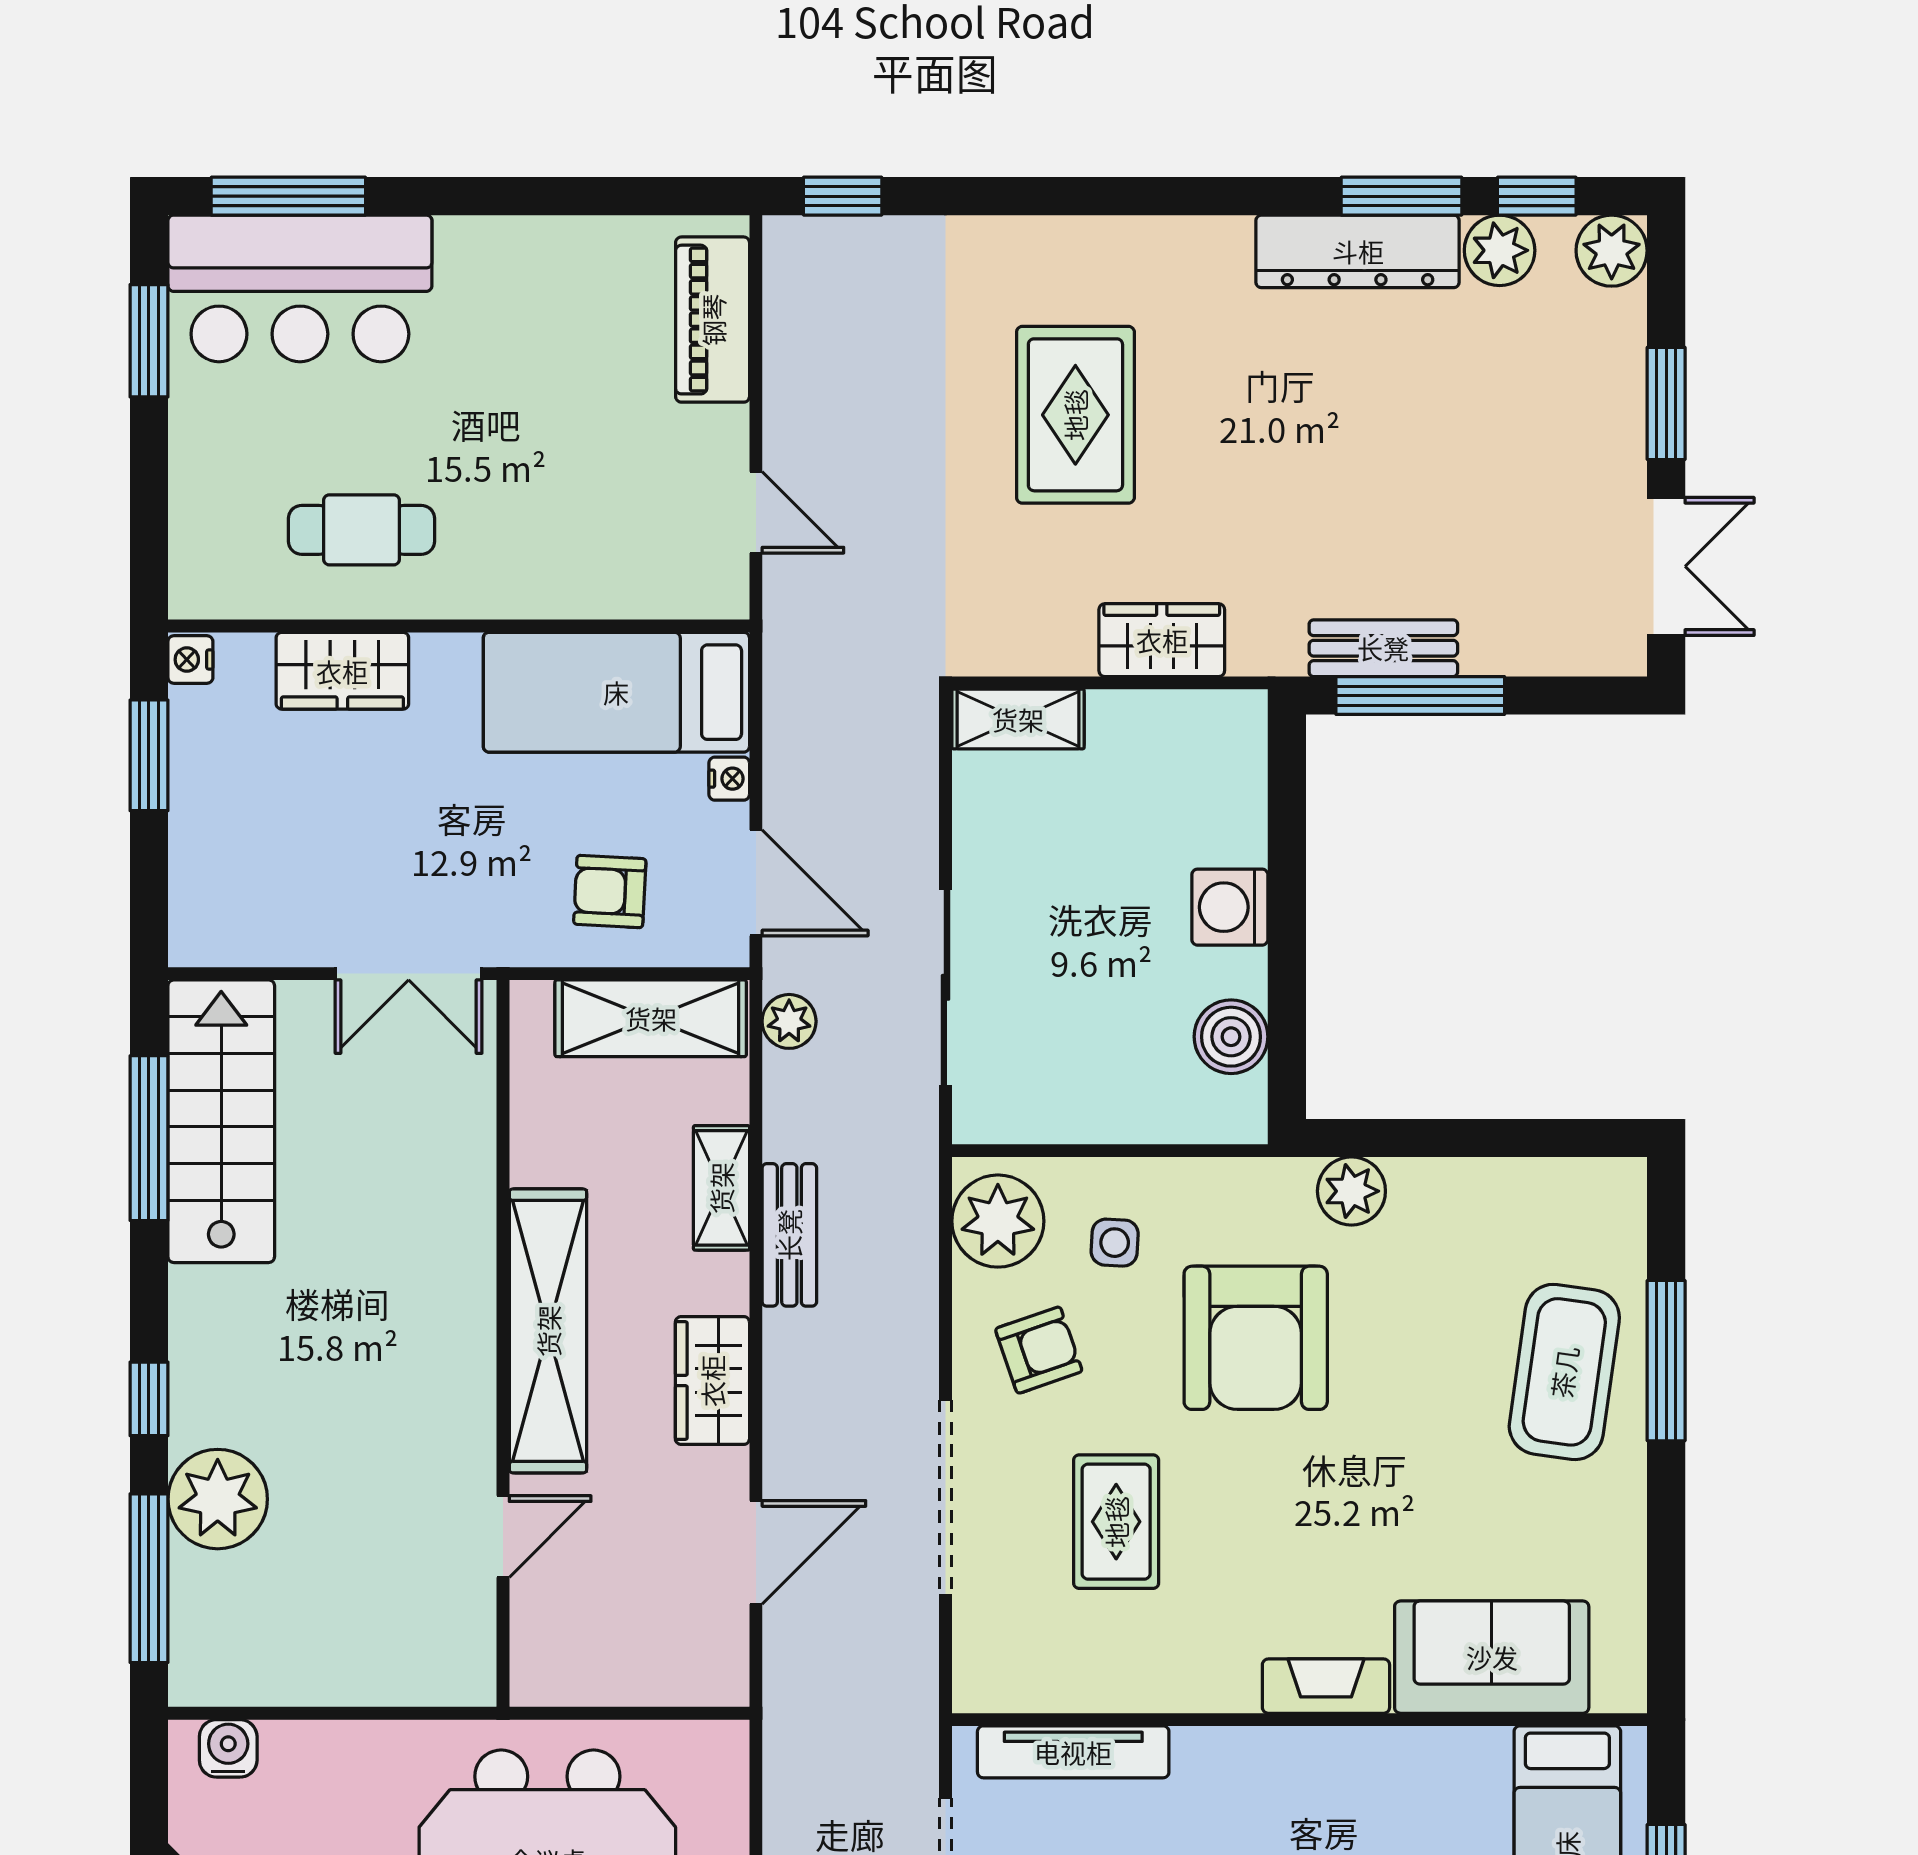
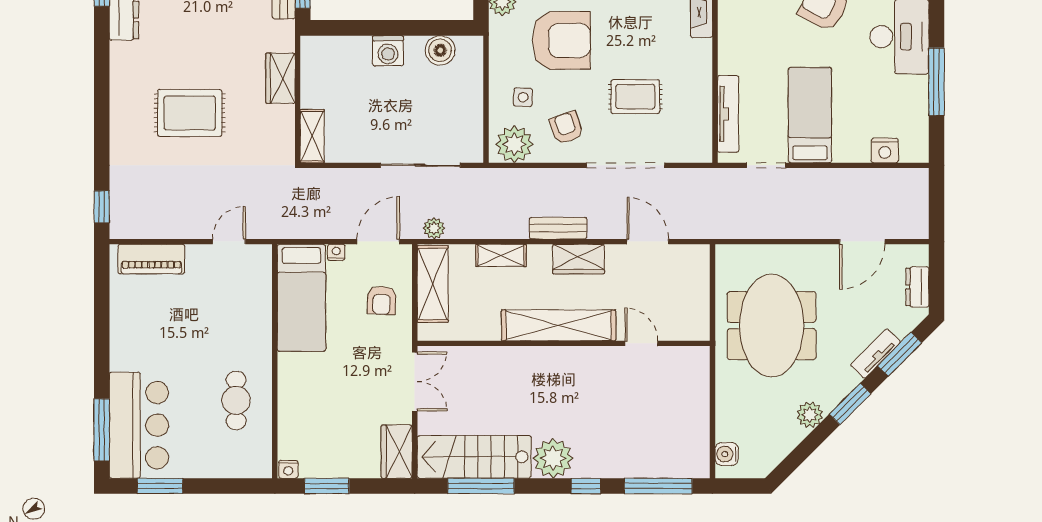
wardrobe: (342, 671) -> (397, 452), moved, turned 180
bench: (789, 1235) -> (558, 228), moved
plant: (218, 1499) -> (553, 458), moved

